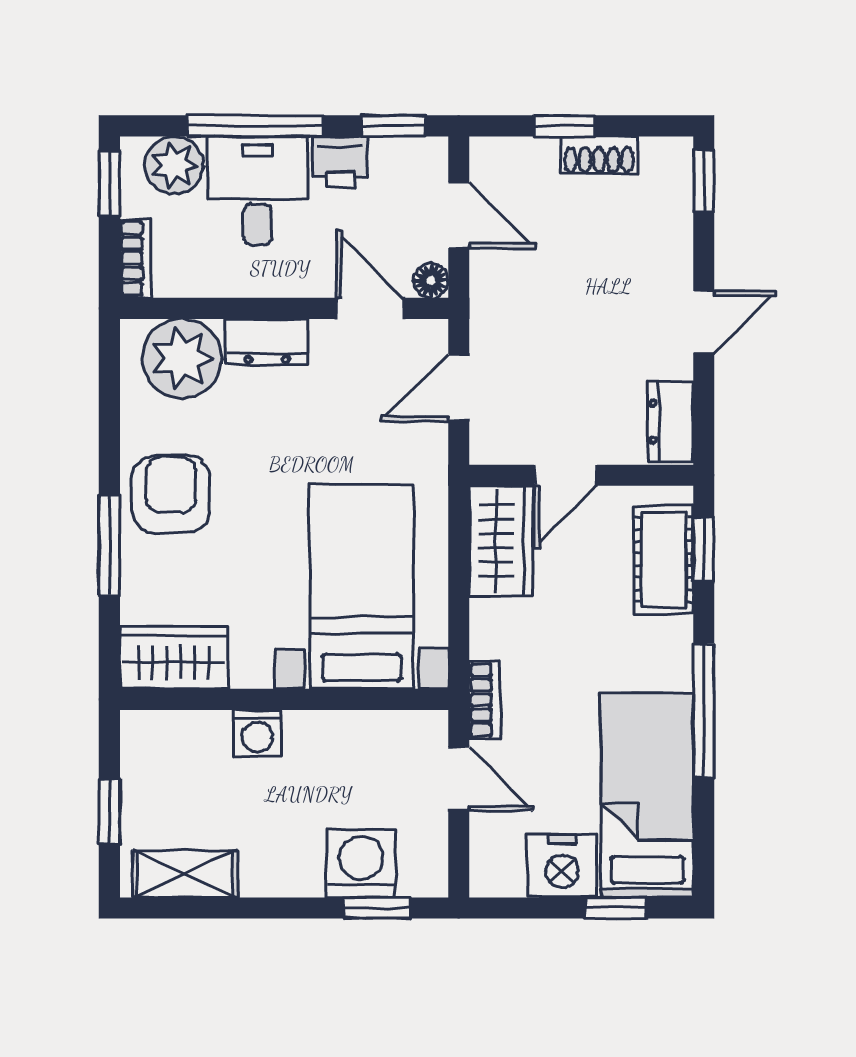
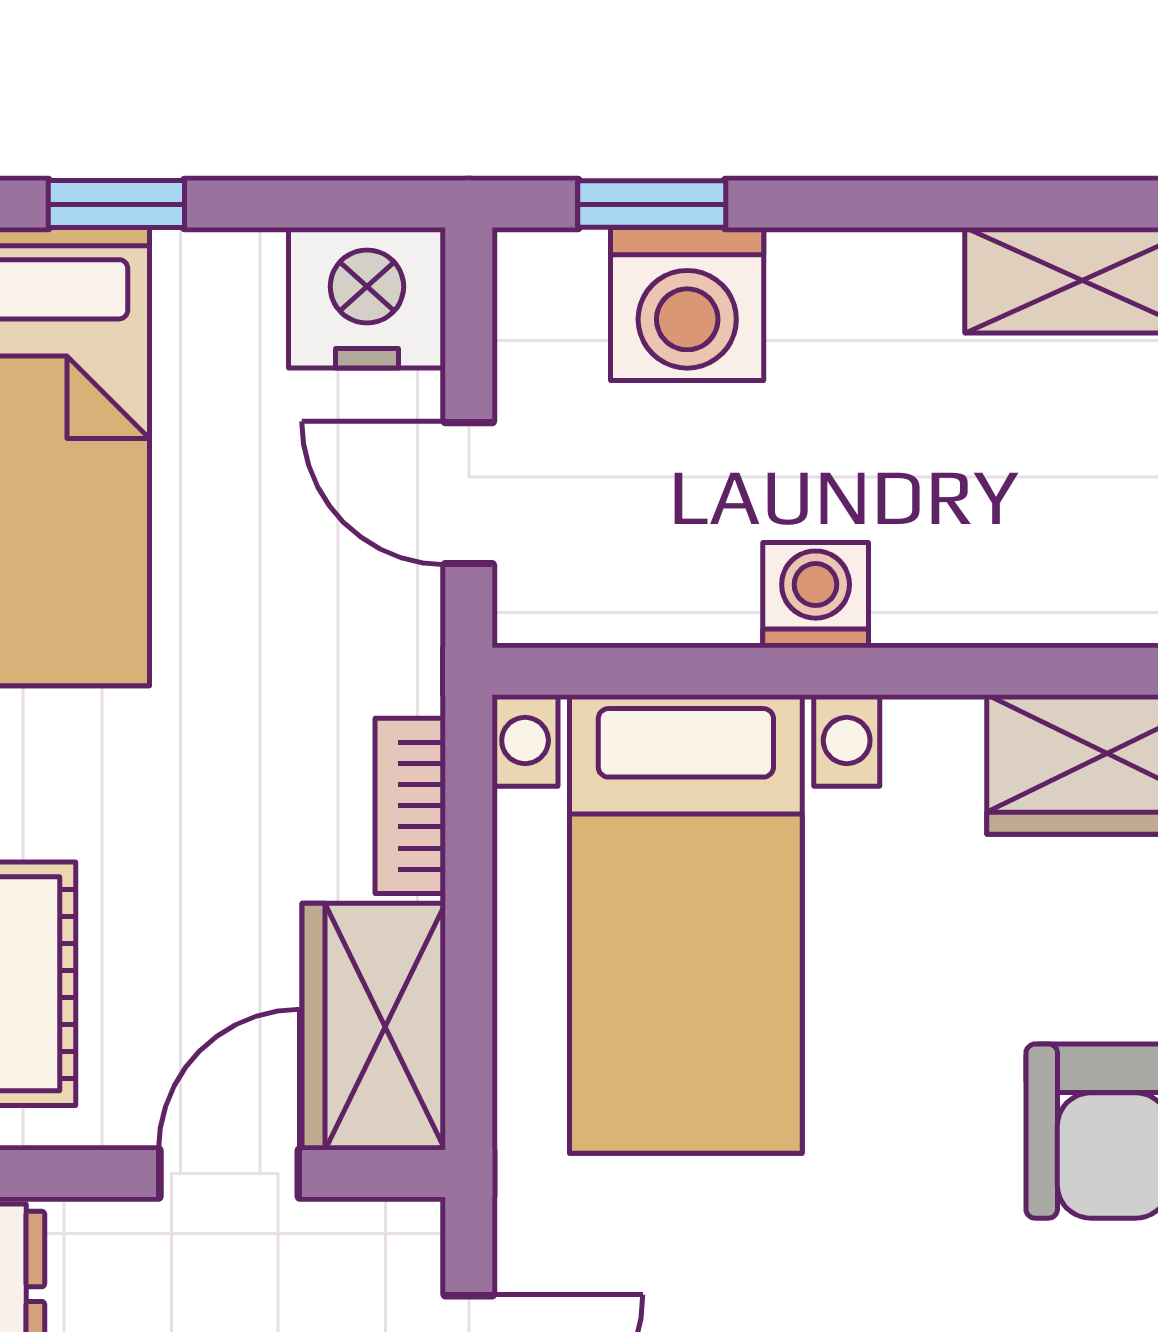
bookcase: (485, 700) -> (410, 806), moved
washing machine: (257, 733) -> (816, 595), moved
nightstand: (562, 866) -> (367, 298), moved

